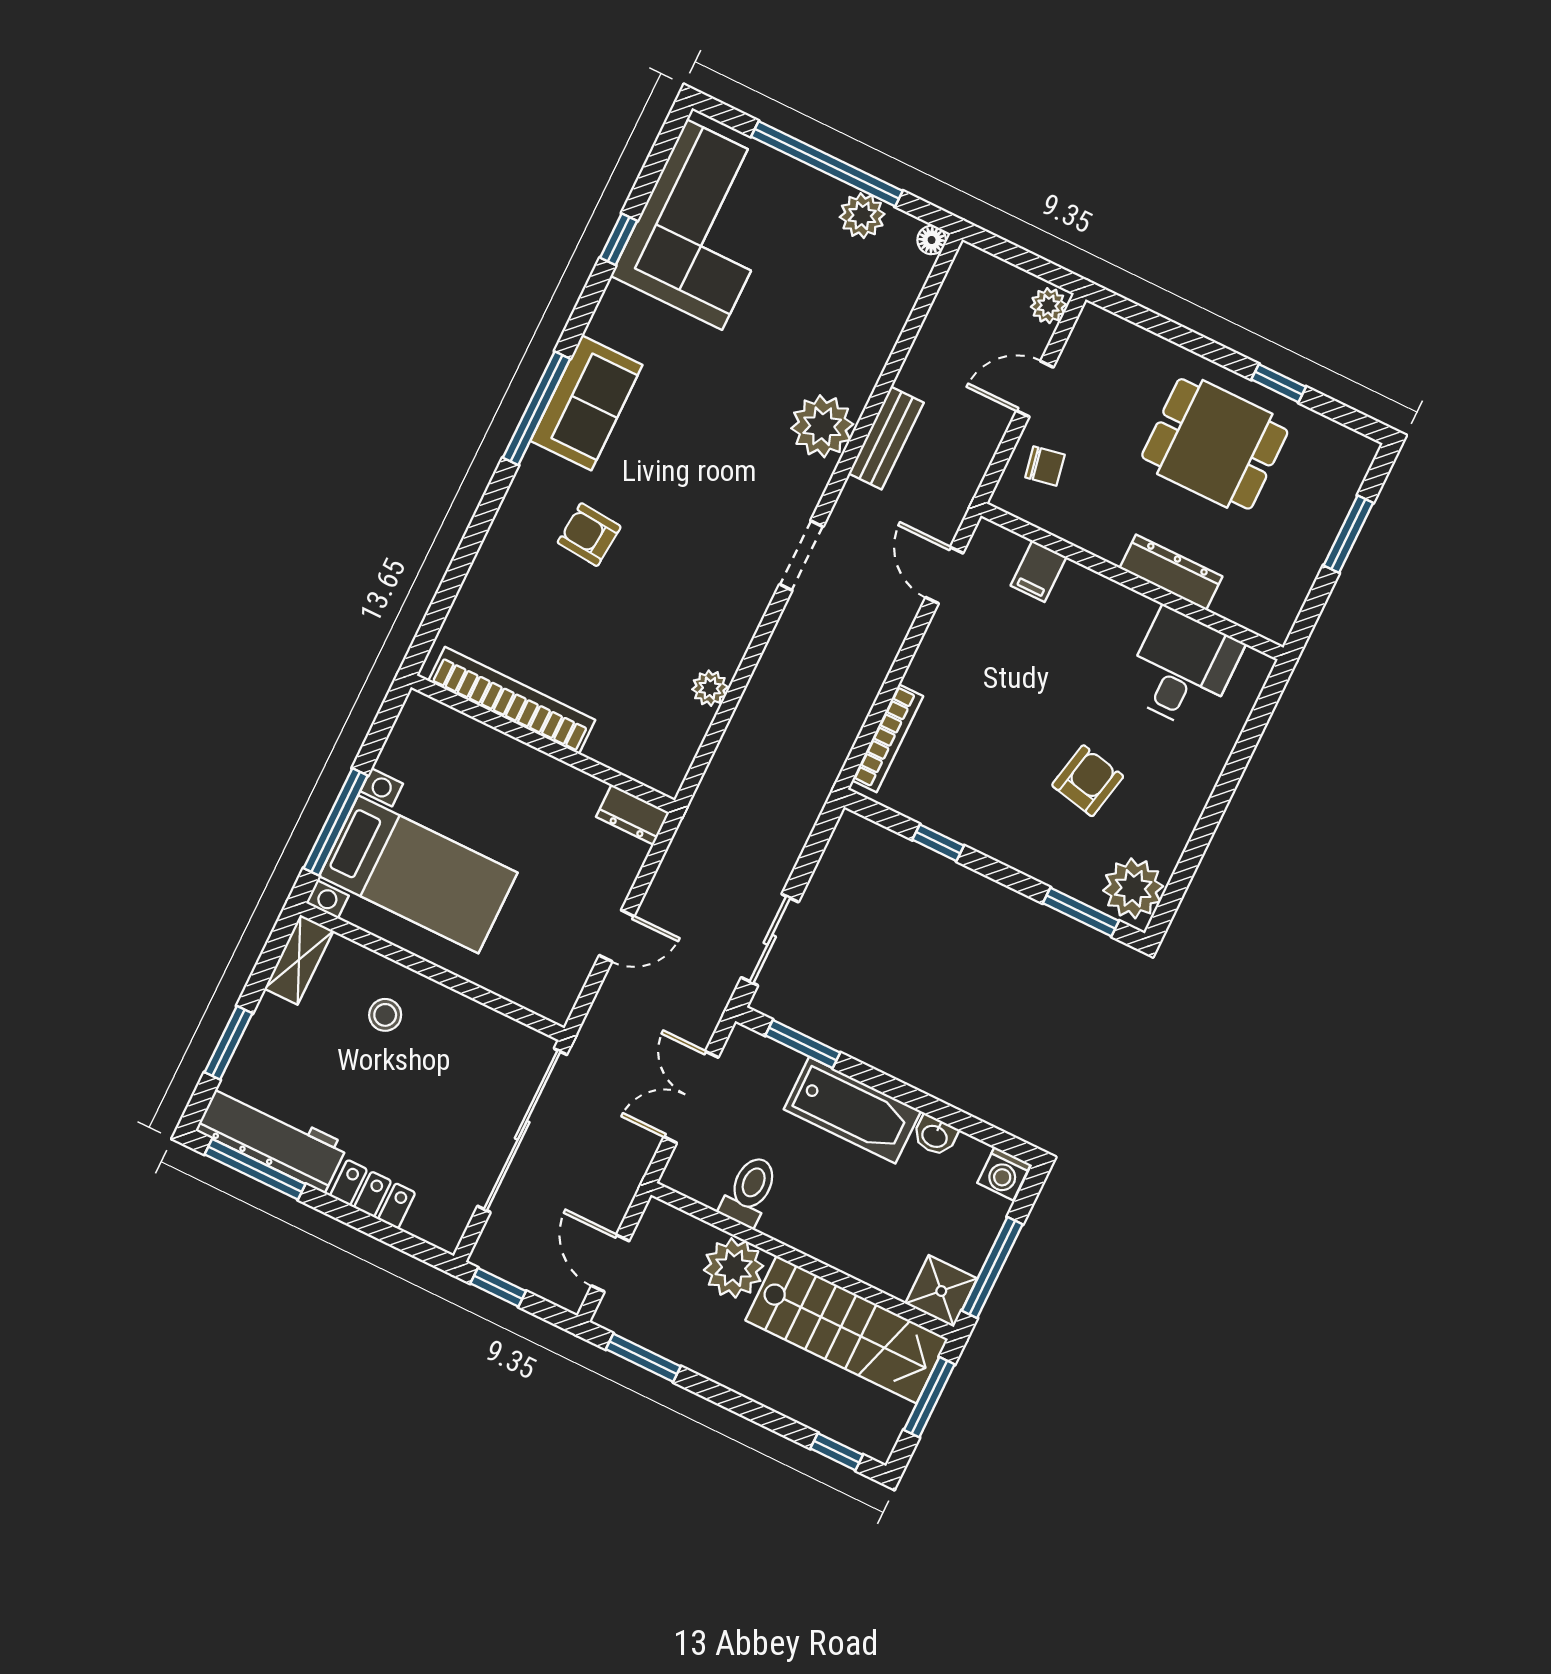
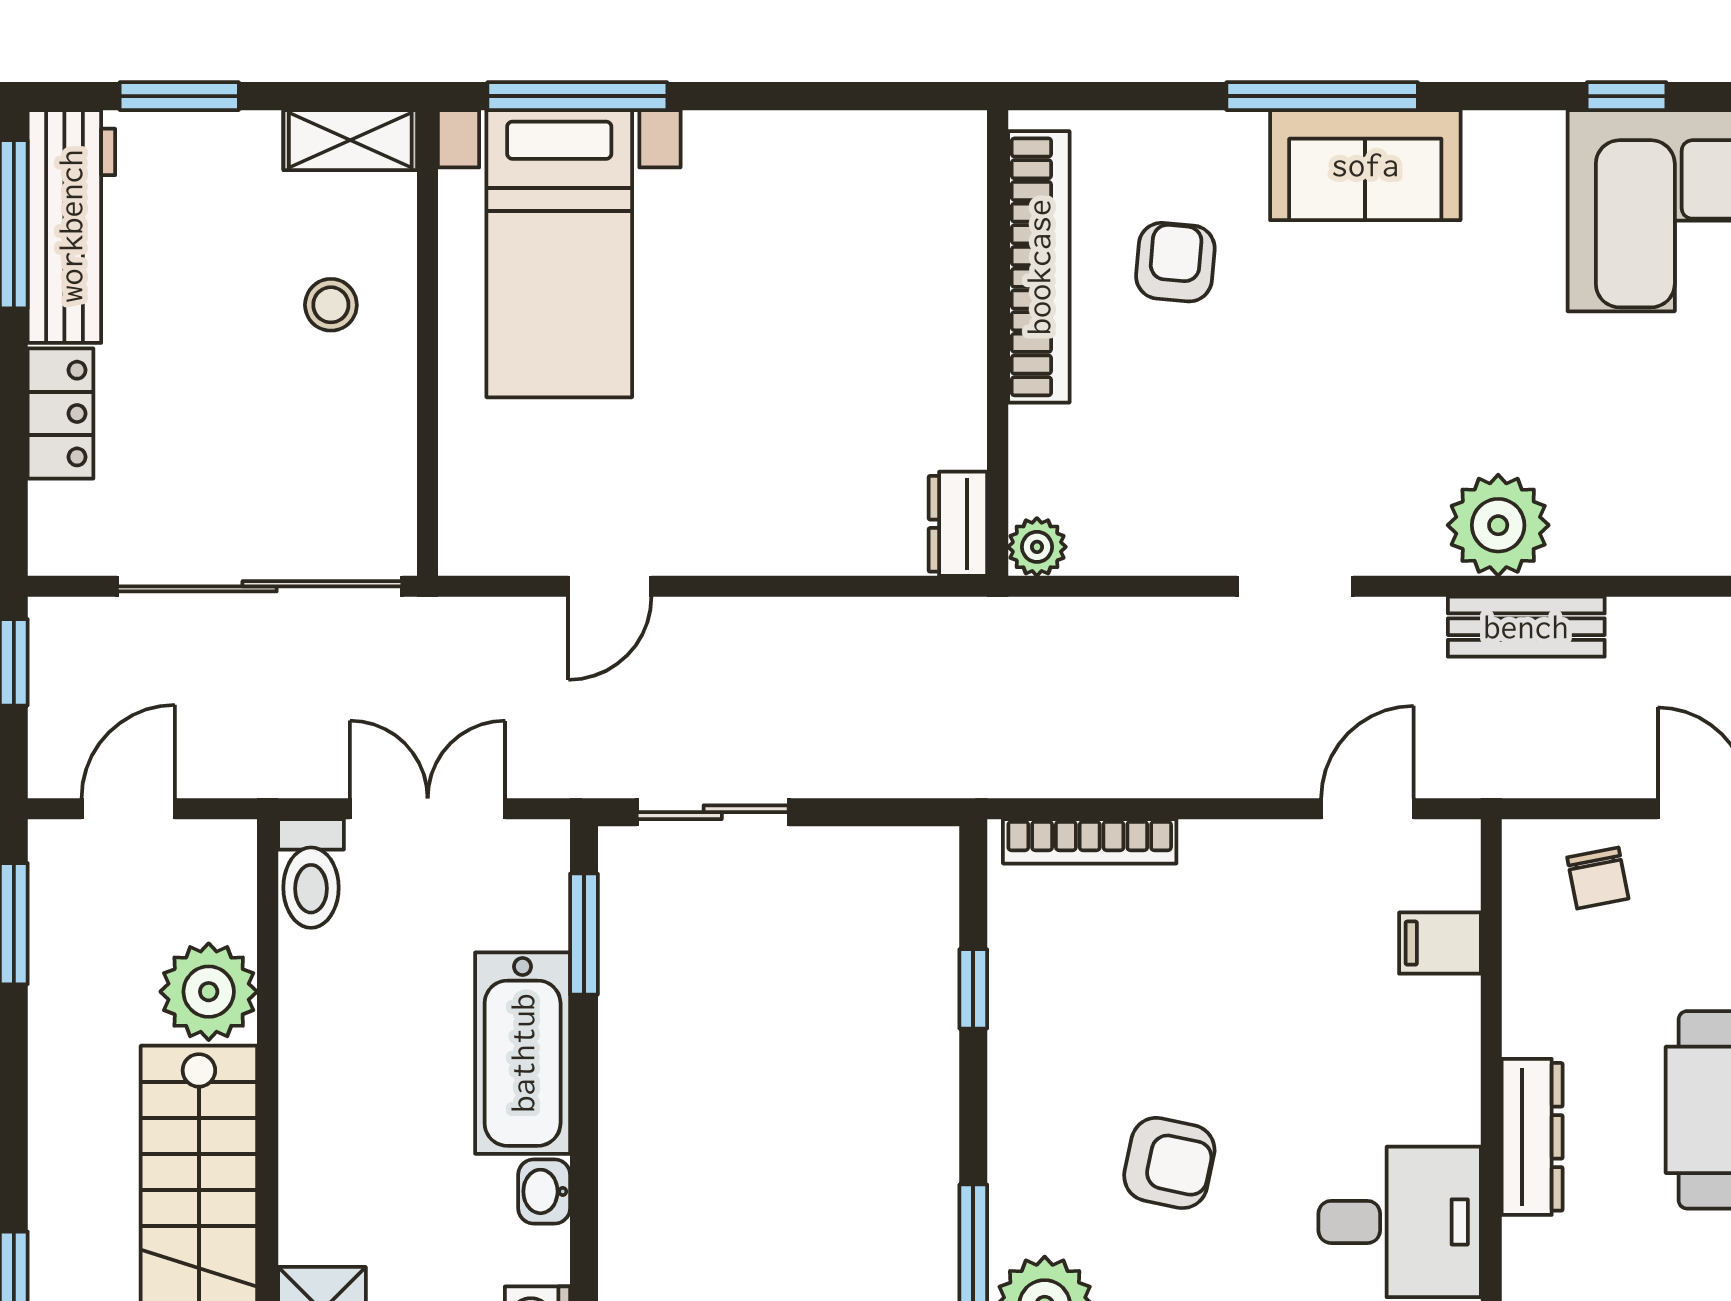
bookcase: (512, 700) -> (1039, 267), moved
wall: (543, 744) -> (998, 343), moved
dresser: (633, 815) -> (958, 524), moved
door: (617, 936) -> (610, 586), hinge flipped
toilet: (750, 1191) -> (311, 873), moved, turned 90

